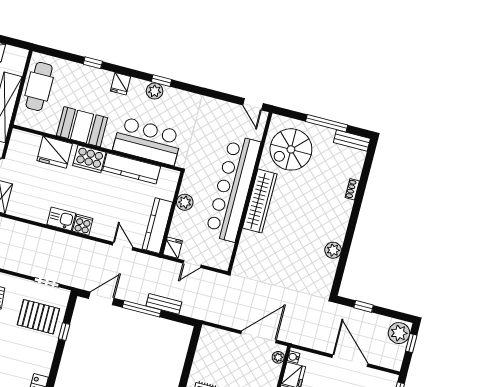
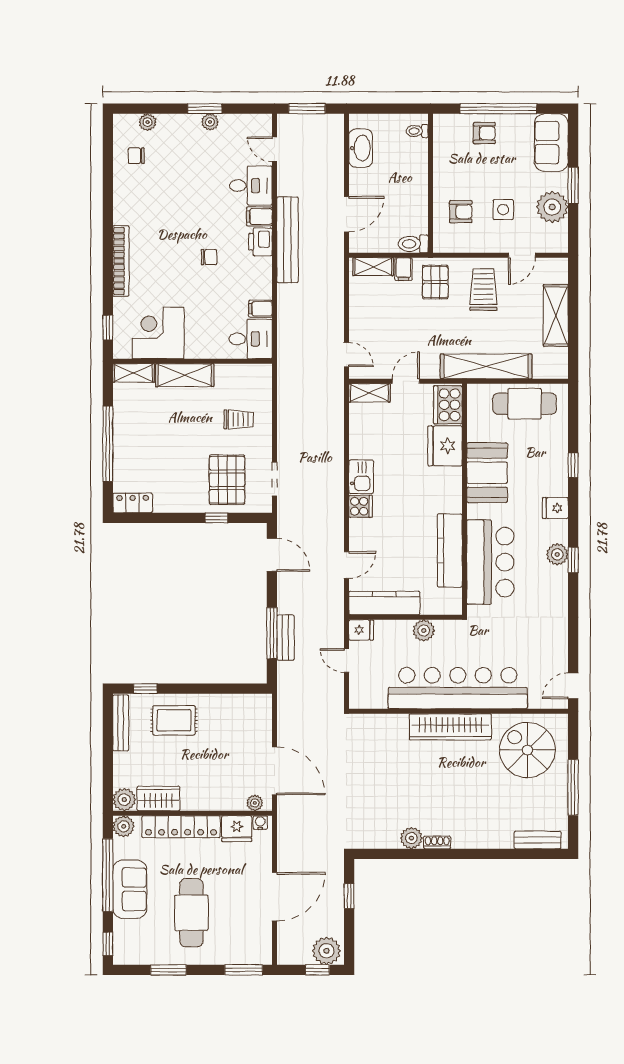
bench: (352, 141) -> (537, 840), moved, turned 90
cooker: (89, 159) -> (448, 405), moved
shoe rack: (352, 189) -> (437, 842), moved
window: (142, 309) -> (272, 633), moved

